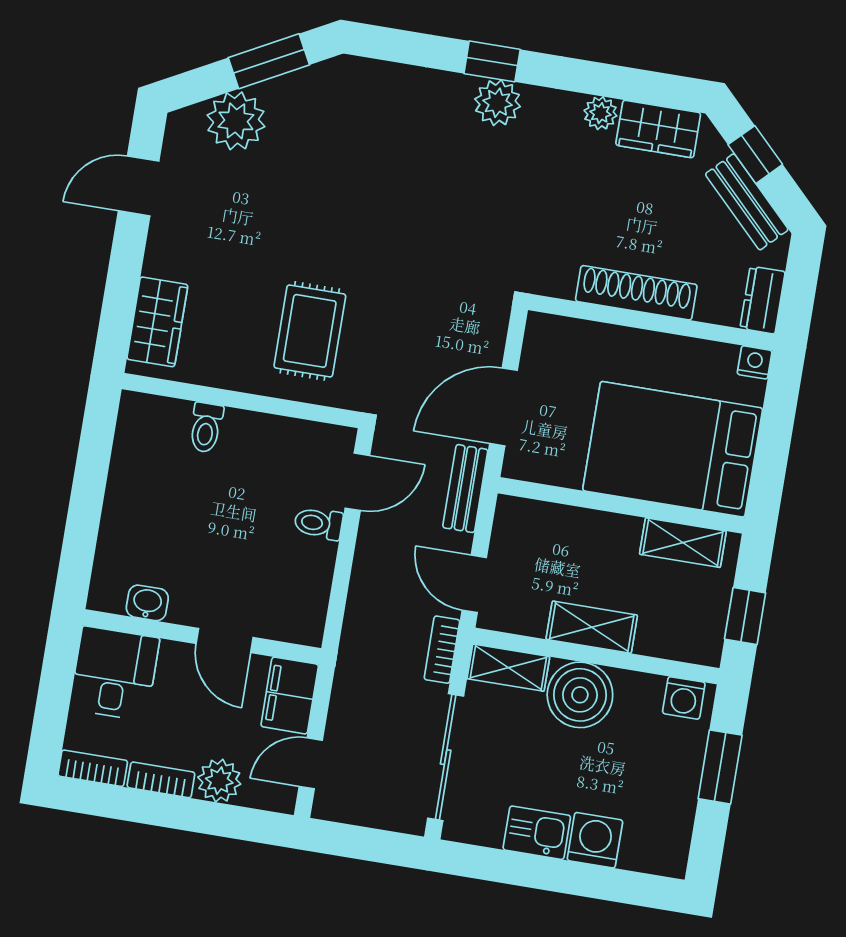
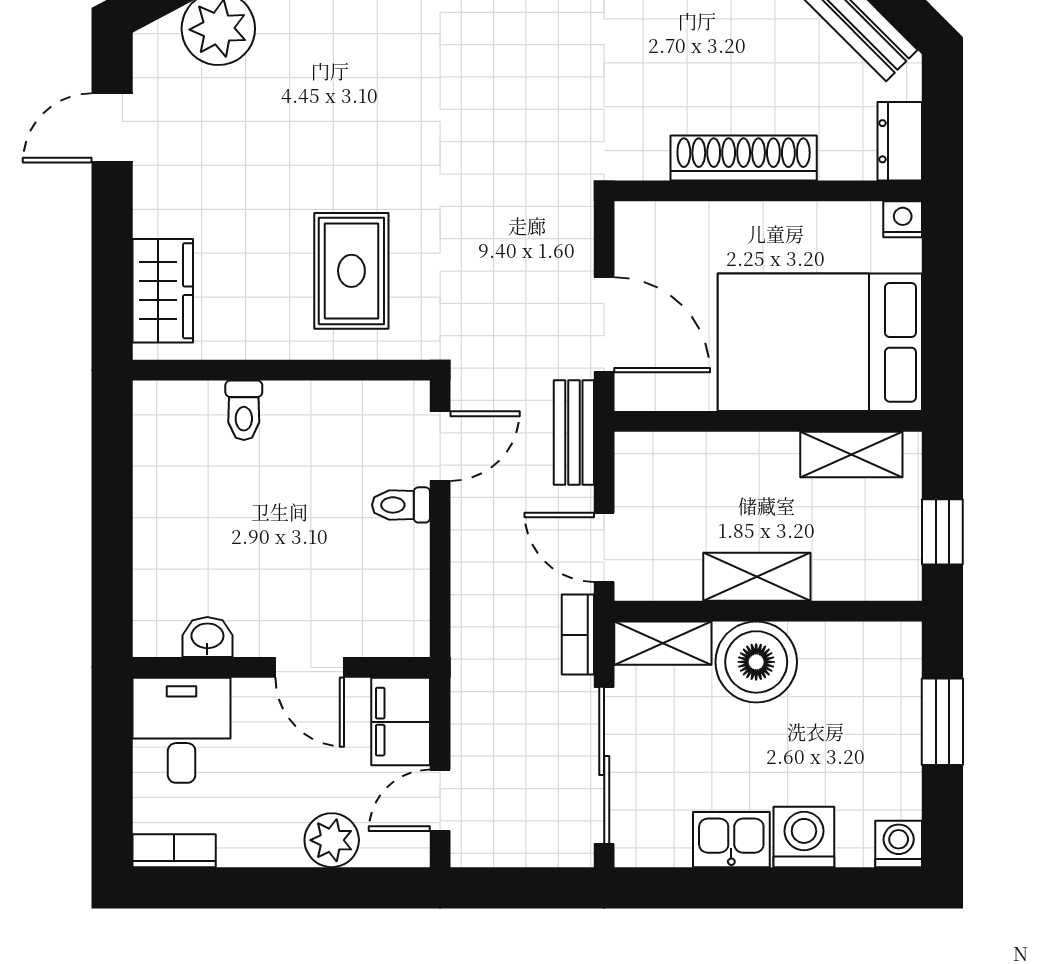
door: (504, 407) -> (604, 325), swing flipped
washing machine: (684, 698) -> (899, 844), moved, turned 180
bookcase: (161, 780) -> (260, 851), removed

